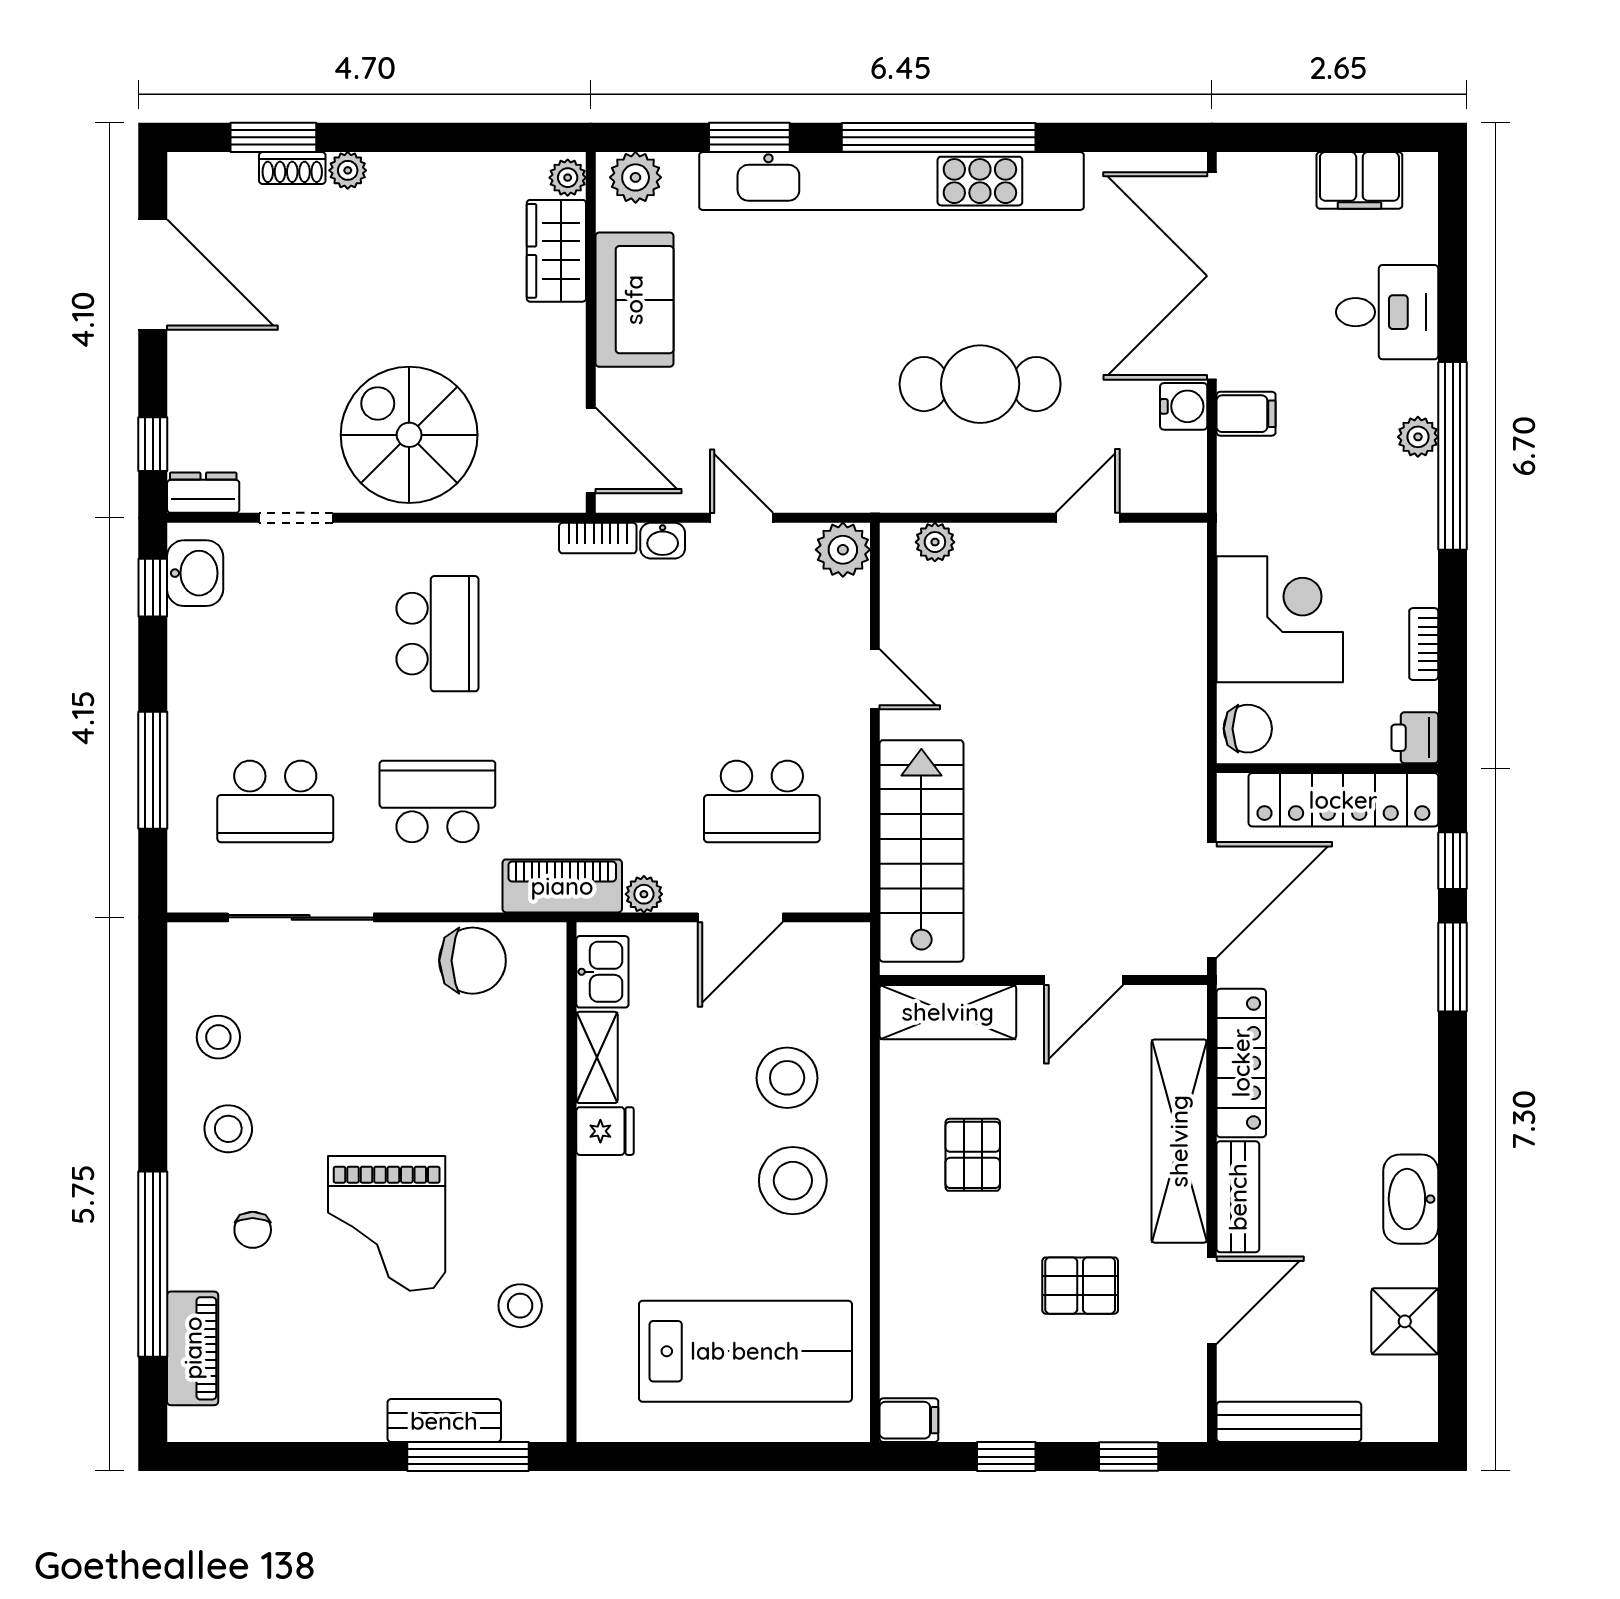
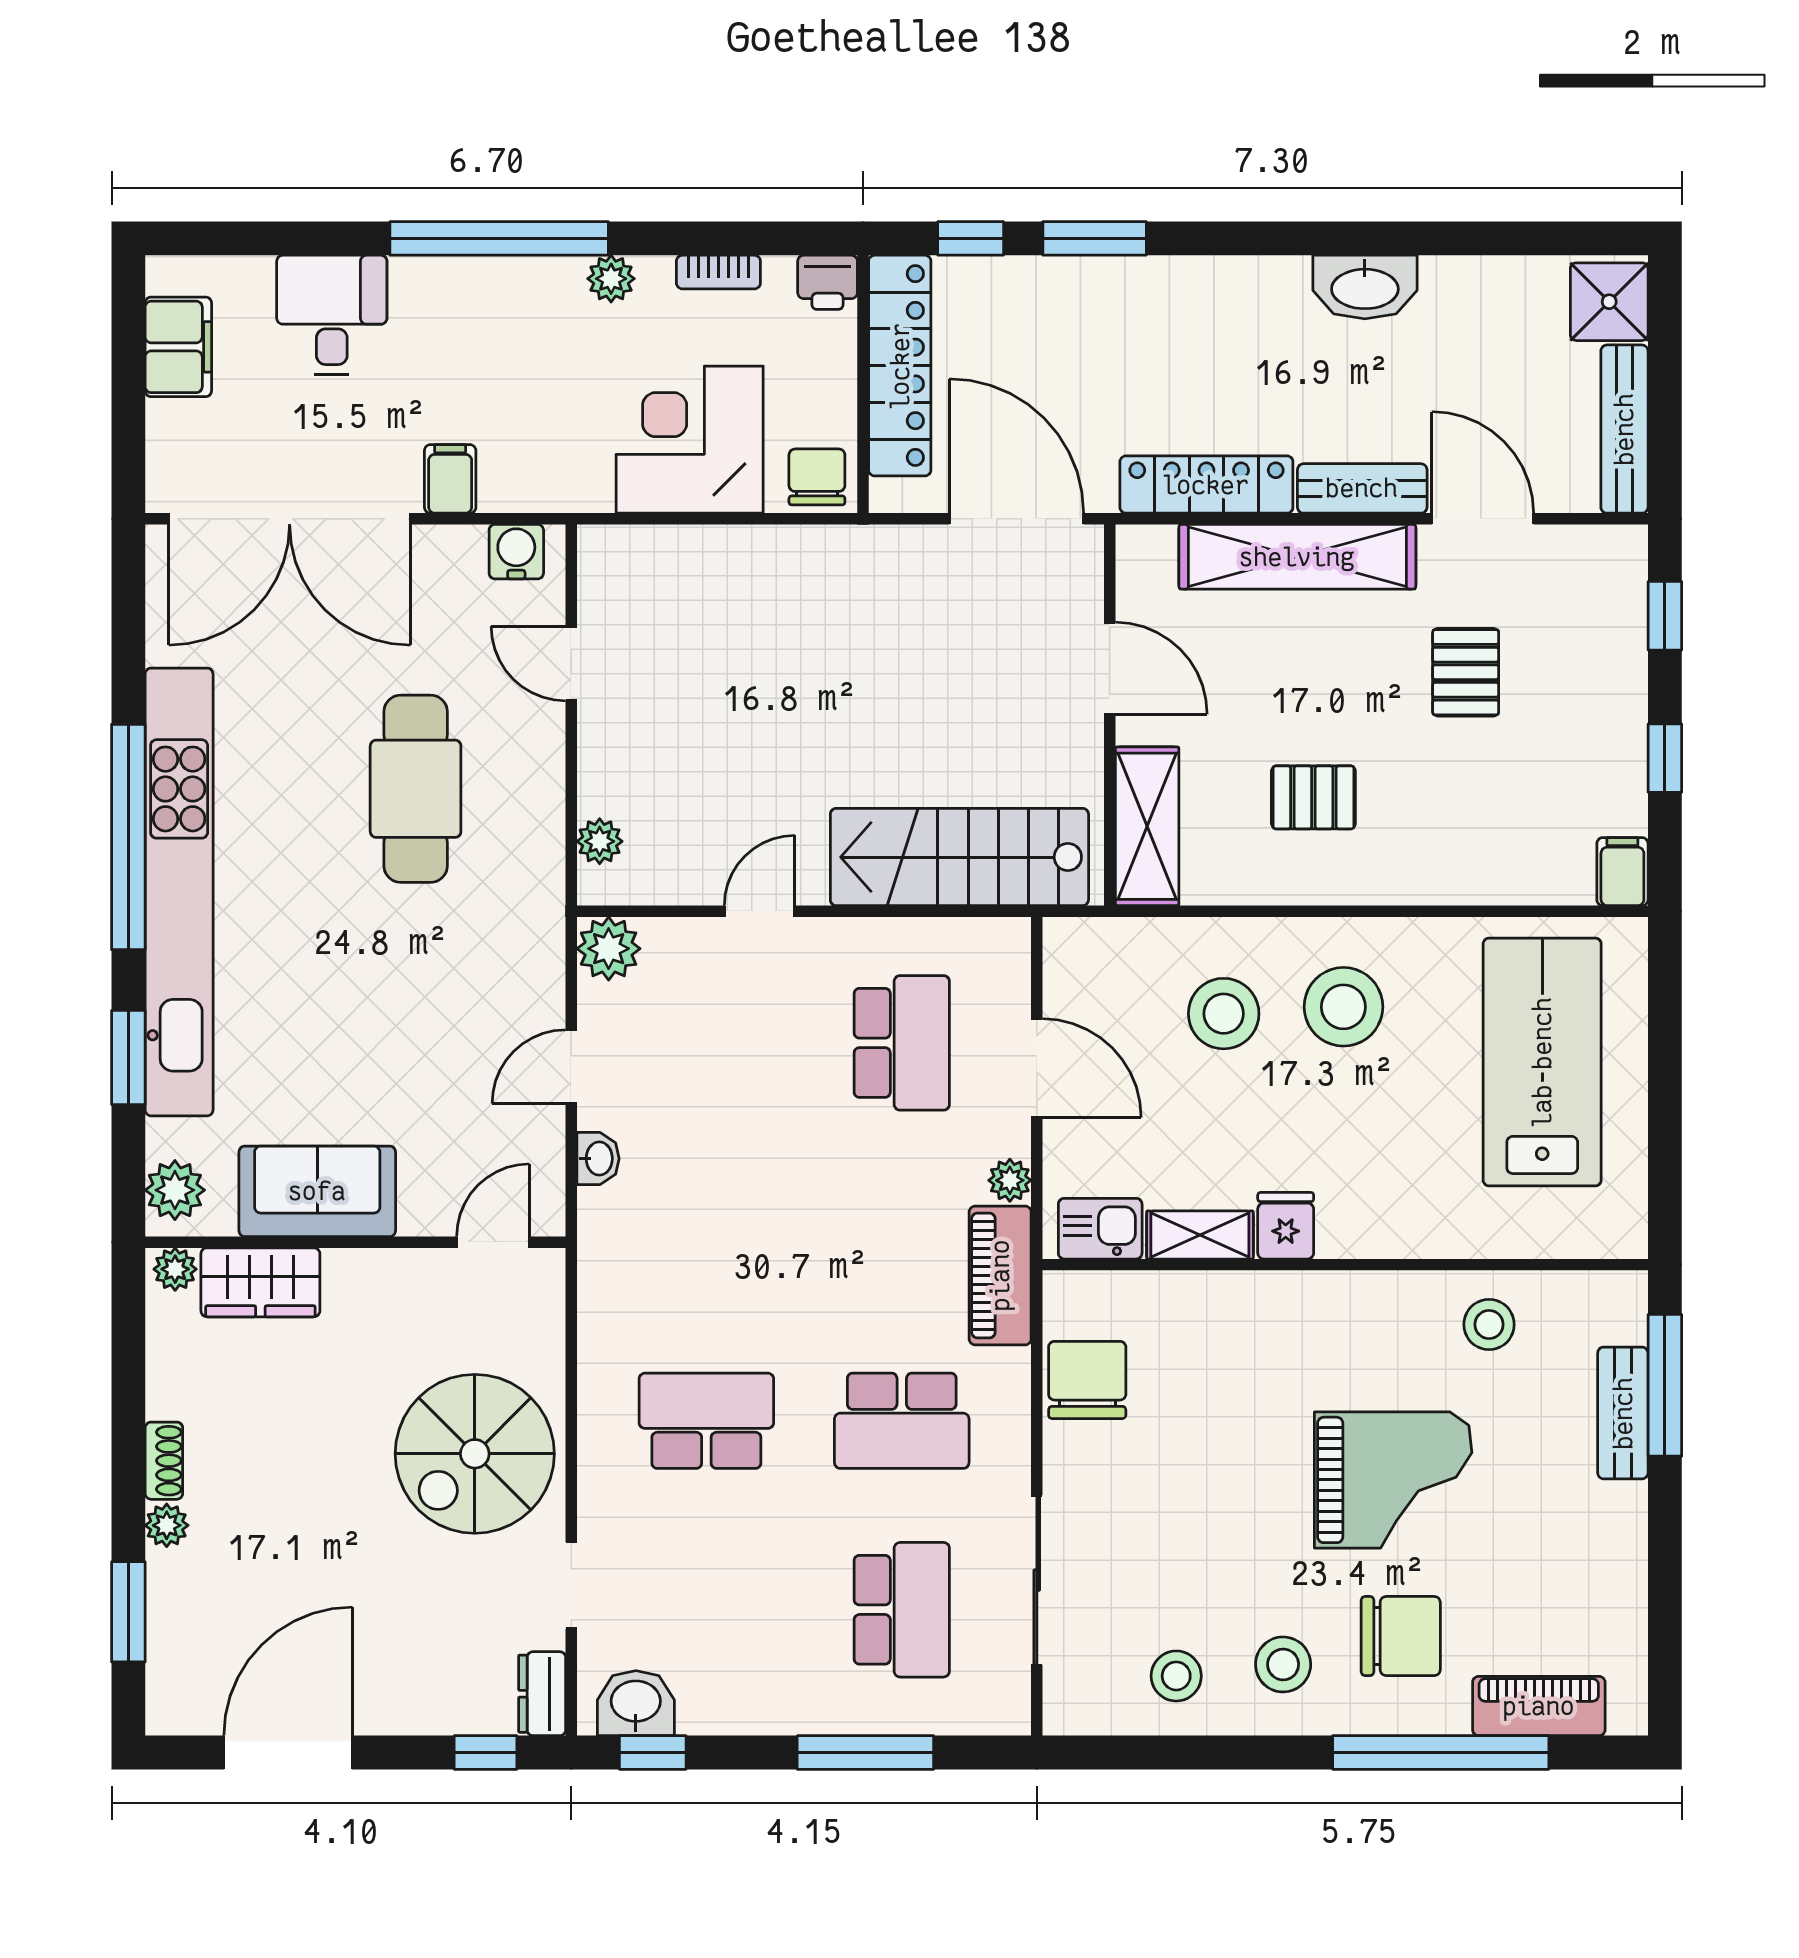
shoe rack: (292, 168) -> (164, 1461), moved
water cooler: (1184, 406) -> (516, 552), moved
plant: (1418, 437) -> (611, 279), moved
door: (591, 450) -> (493, 1242), width x0.73
bookcase: (598, 538) -> (595, 1234), removed
school desk: (437, 801) -> (902, 1421), turned -90
chair: (253, 1230) -> (1401, 1636), width x1.87, depth x1.87
shower: (1405, 1321) -> (1609, 302), moved

